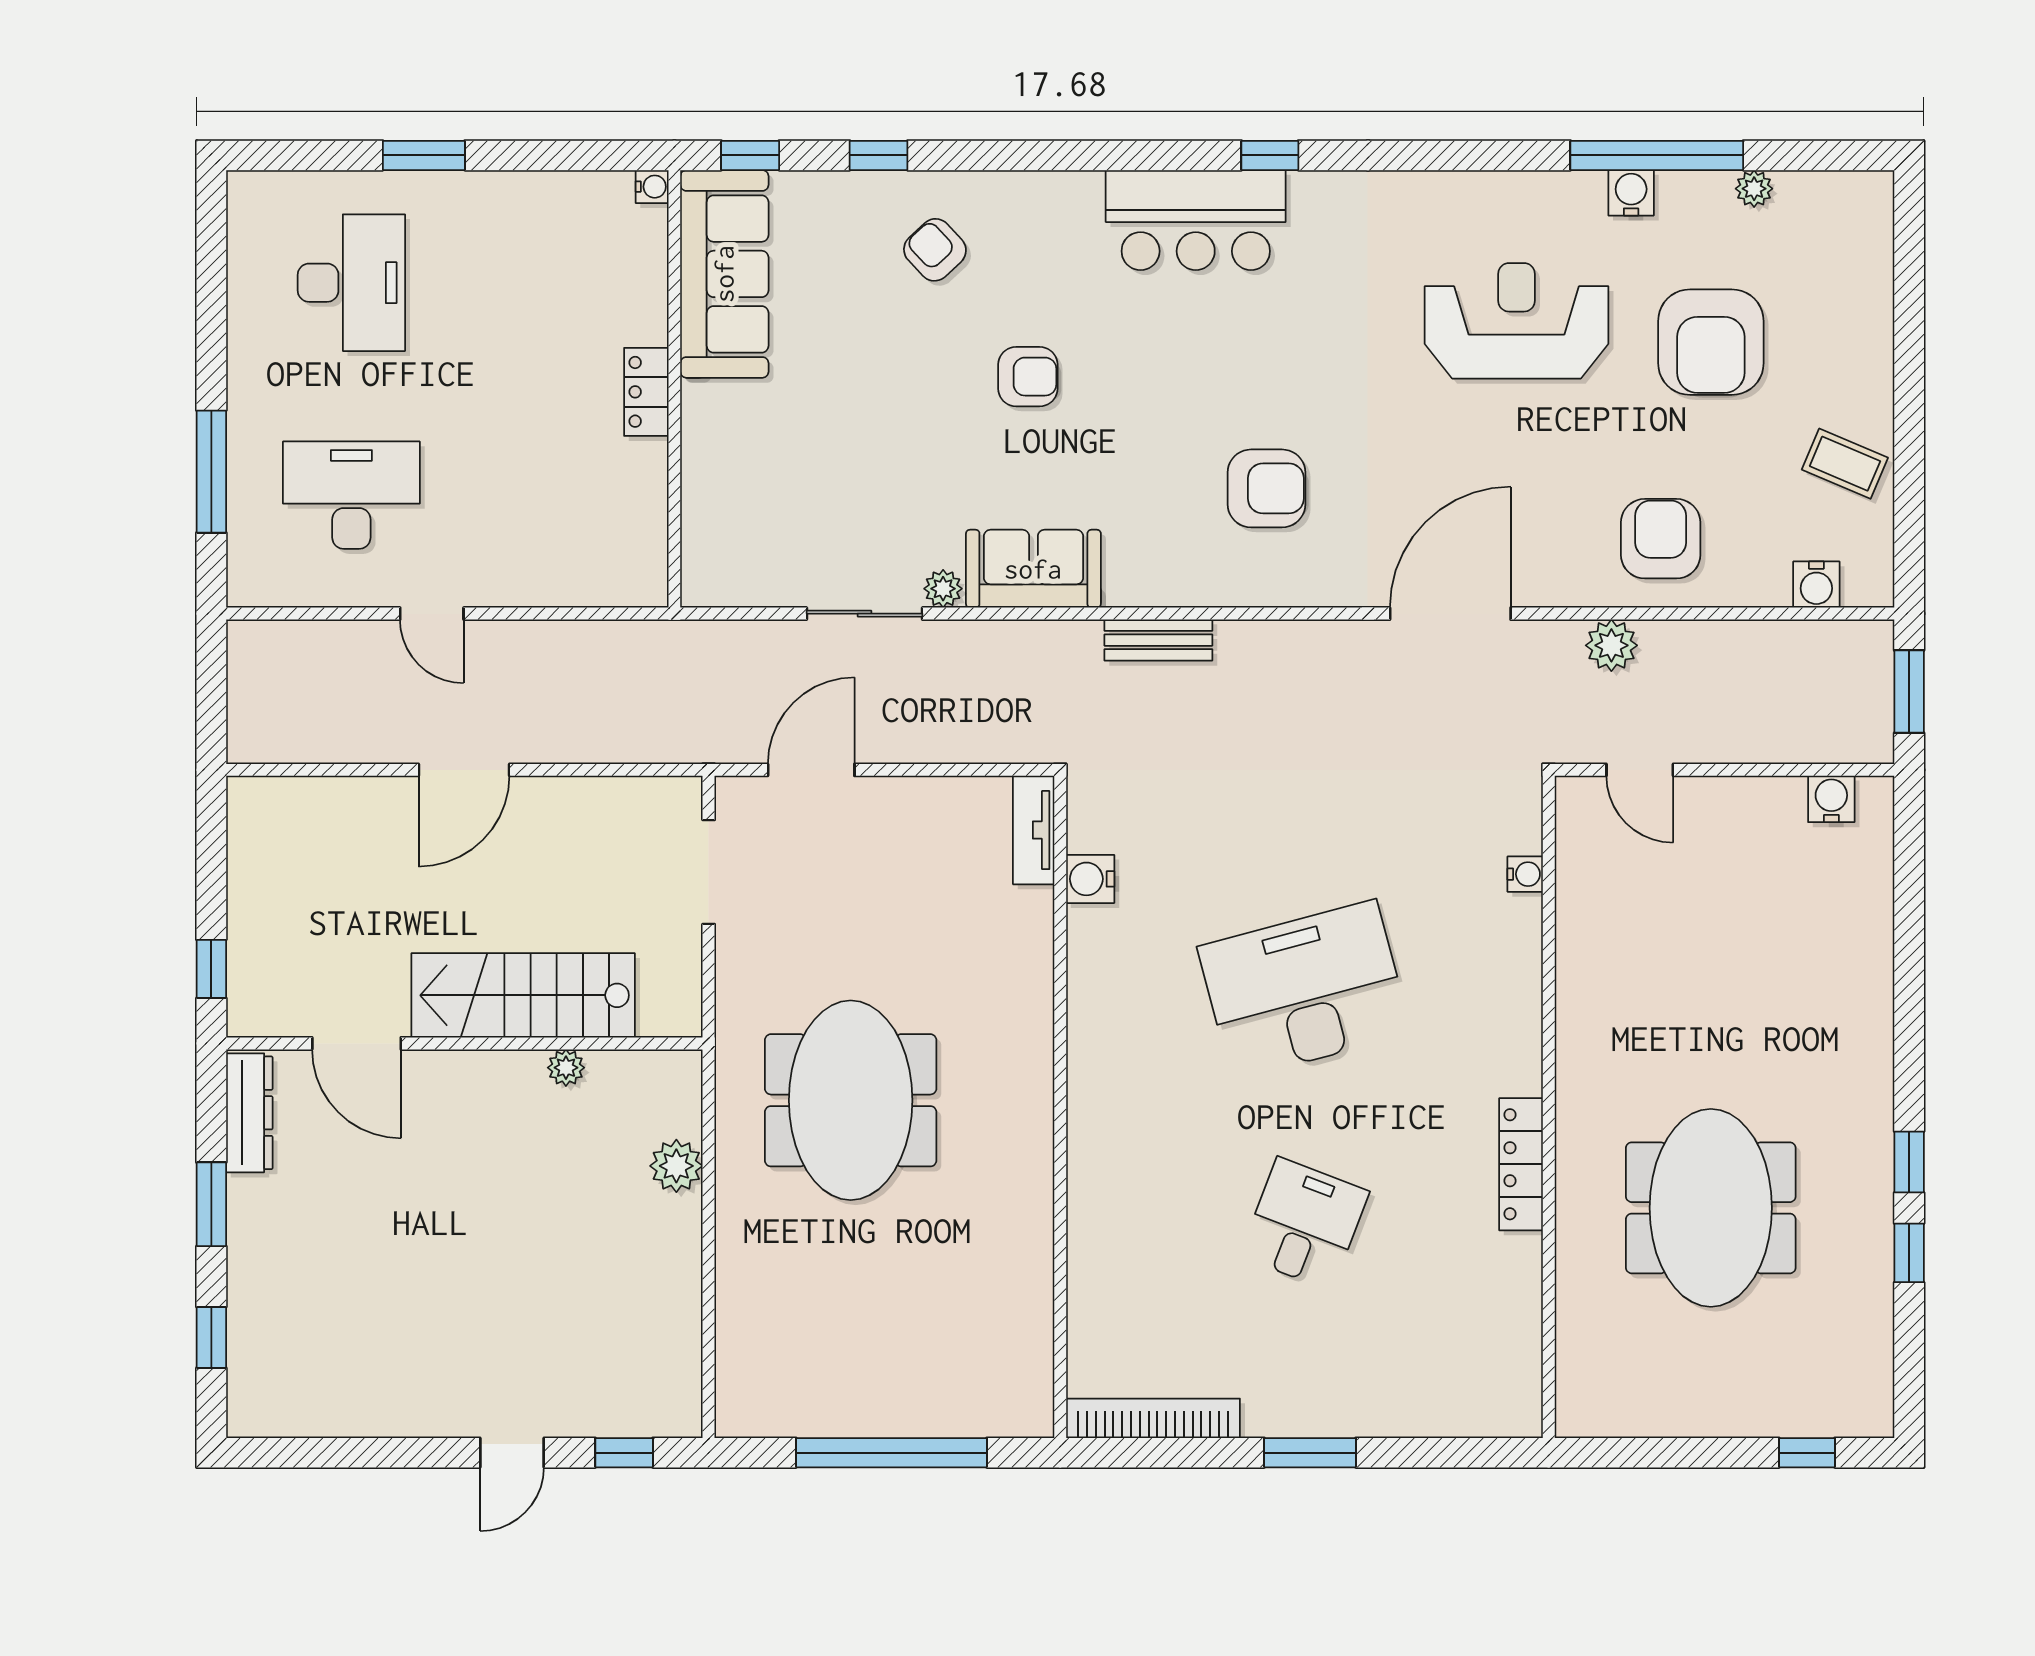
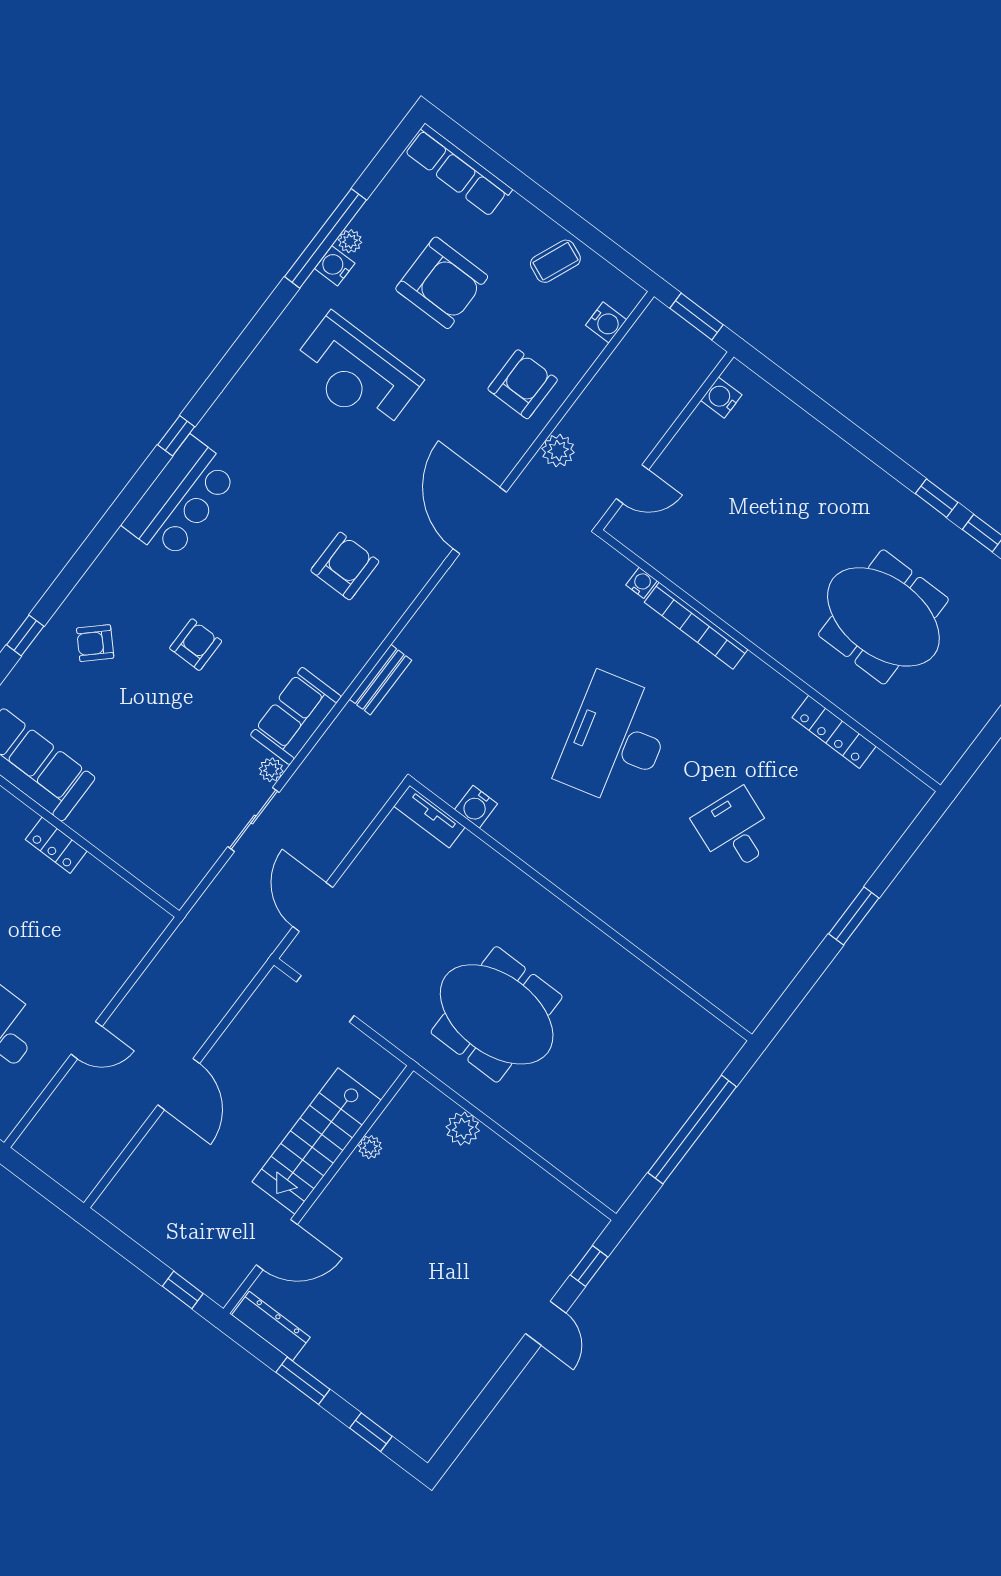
plant: (1754, 189) -> (350, 241), moved
row of seats: (1866, 257) -> (458, 170), added
reception desk: (1517, 321) -> (356, 374), turned -90
armchair: (1661, 539) -> (523, 384), turned 90
locker: (1521, 1164) -> (834, 732), moved
bookcase: (1153, 1418) -> (696, 626), moved, turned -90

